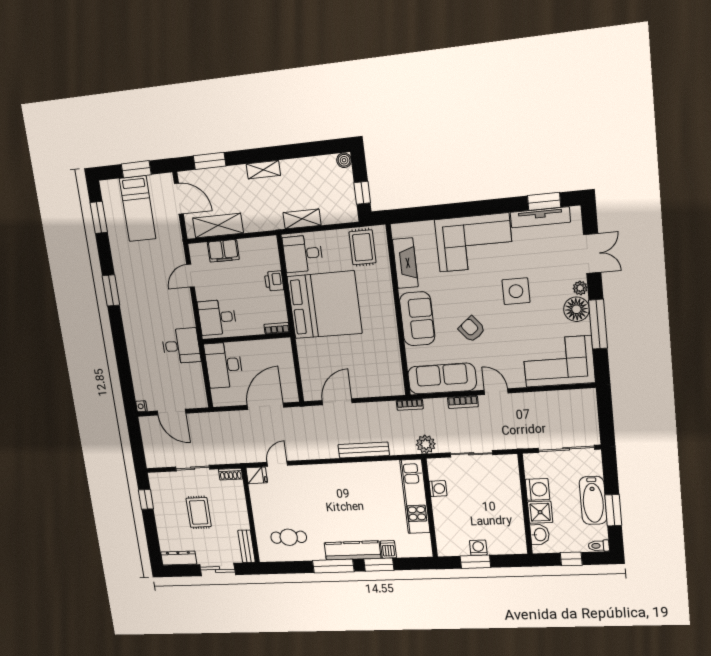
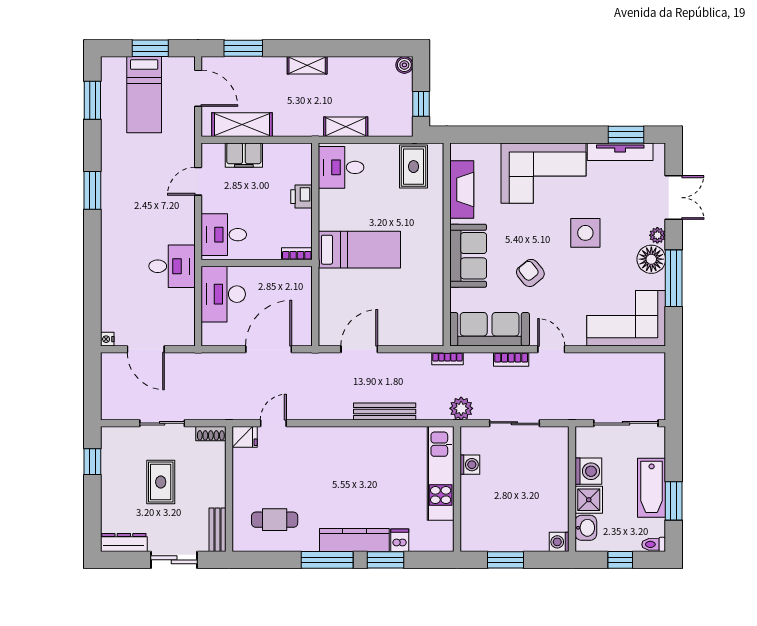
bed: (325, 305) -> (359, 250), width x0.49
washing machine: (478, 548) -> (559, 542), moved, turned -90

